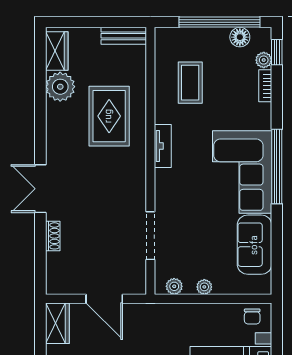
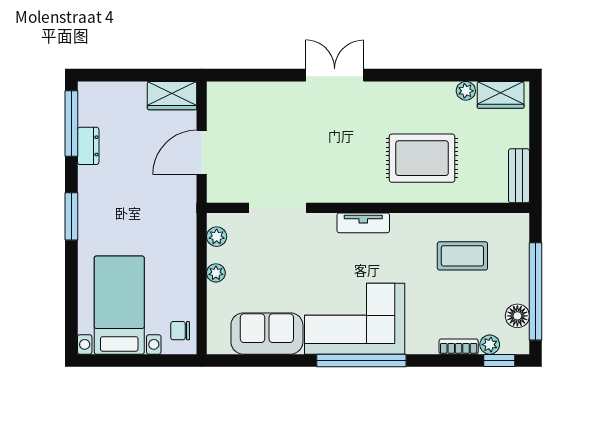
plant: (60, 87) -> (466, 91), width x0.53, depth x0.53
tv unit: (163, 146) -> (363, 223), moved
shoe rack: (53, 236) -> (277, 90), removed

